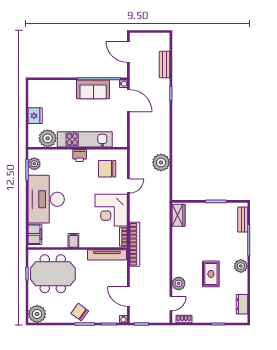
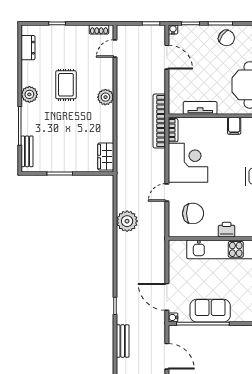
tv unit: (107, 255) -> (200, 108), width x0.71
plant: (179, 283) -> (105, 97), moved

